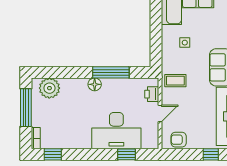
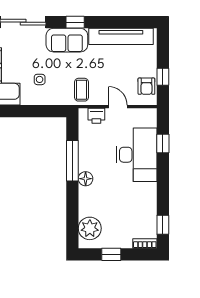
window: (26, 108) -> (111, 254), width x0.46
window: (211, 154) -> (163, 77), moved

